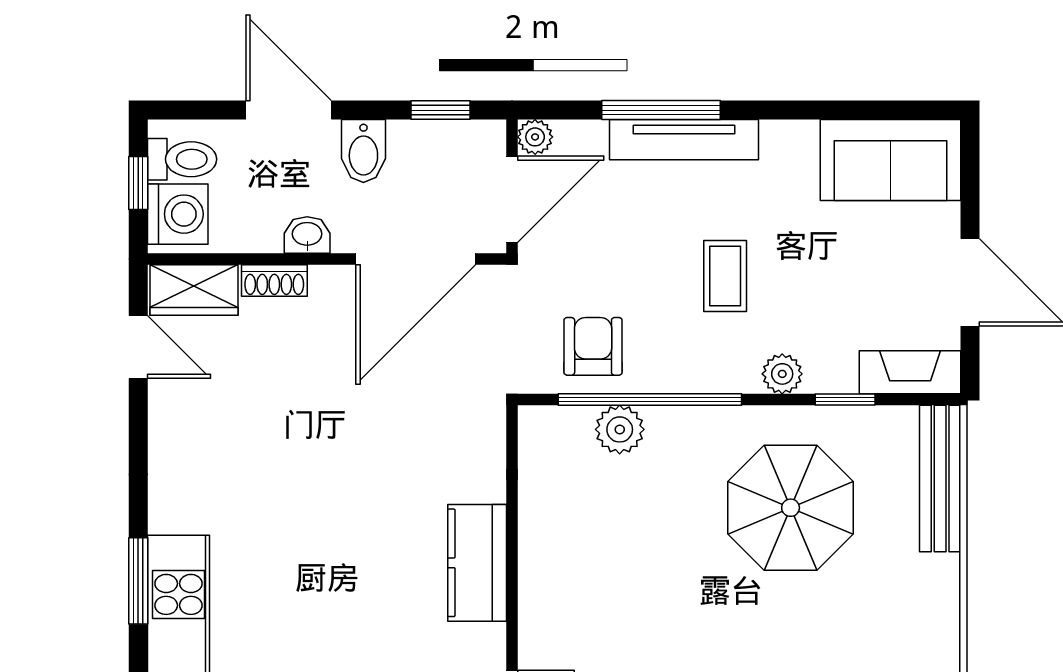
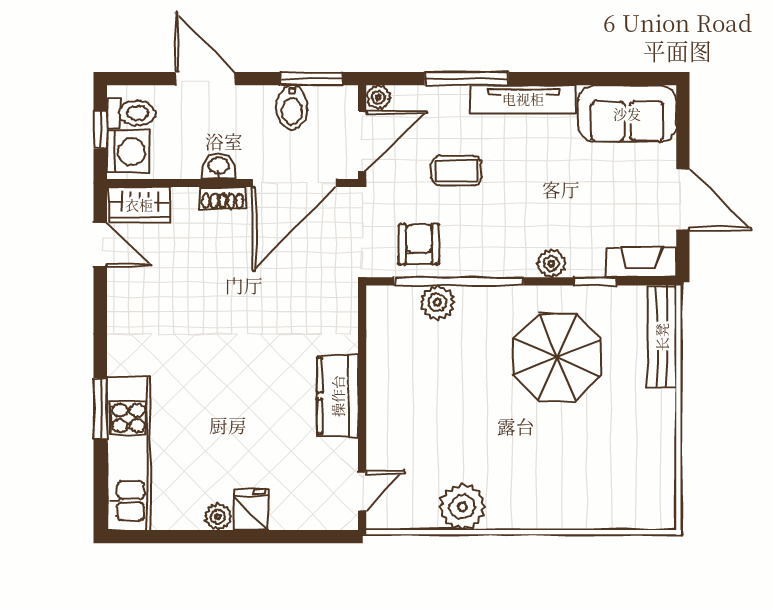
window: (440, 110) -> (312, 79), width x1.50
tv unit: (684, 140) -> (523, 99), moved
bidet: (363, 151) -> (292, 107), moved
coffee table: (725, 276) -> (456, 171), moved, turned 90
shoe rack: (274, 281) -> (223, 198), moved

